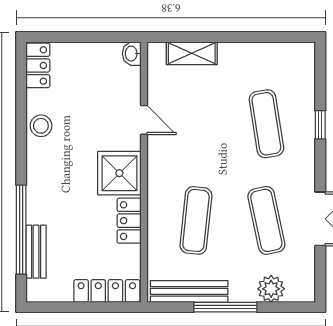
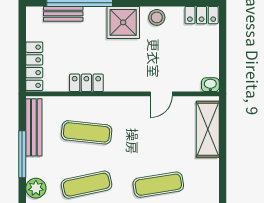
shelving: (192, 53) -> (208, 129), width x1.50, depth x1.33
shower: (119, 173) -> (123, 22), moved

